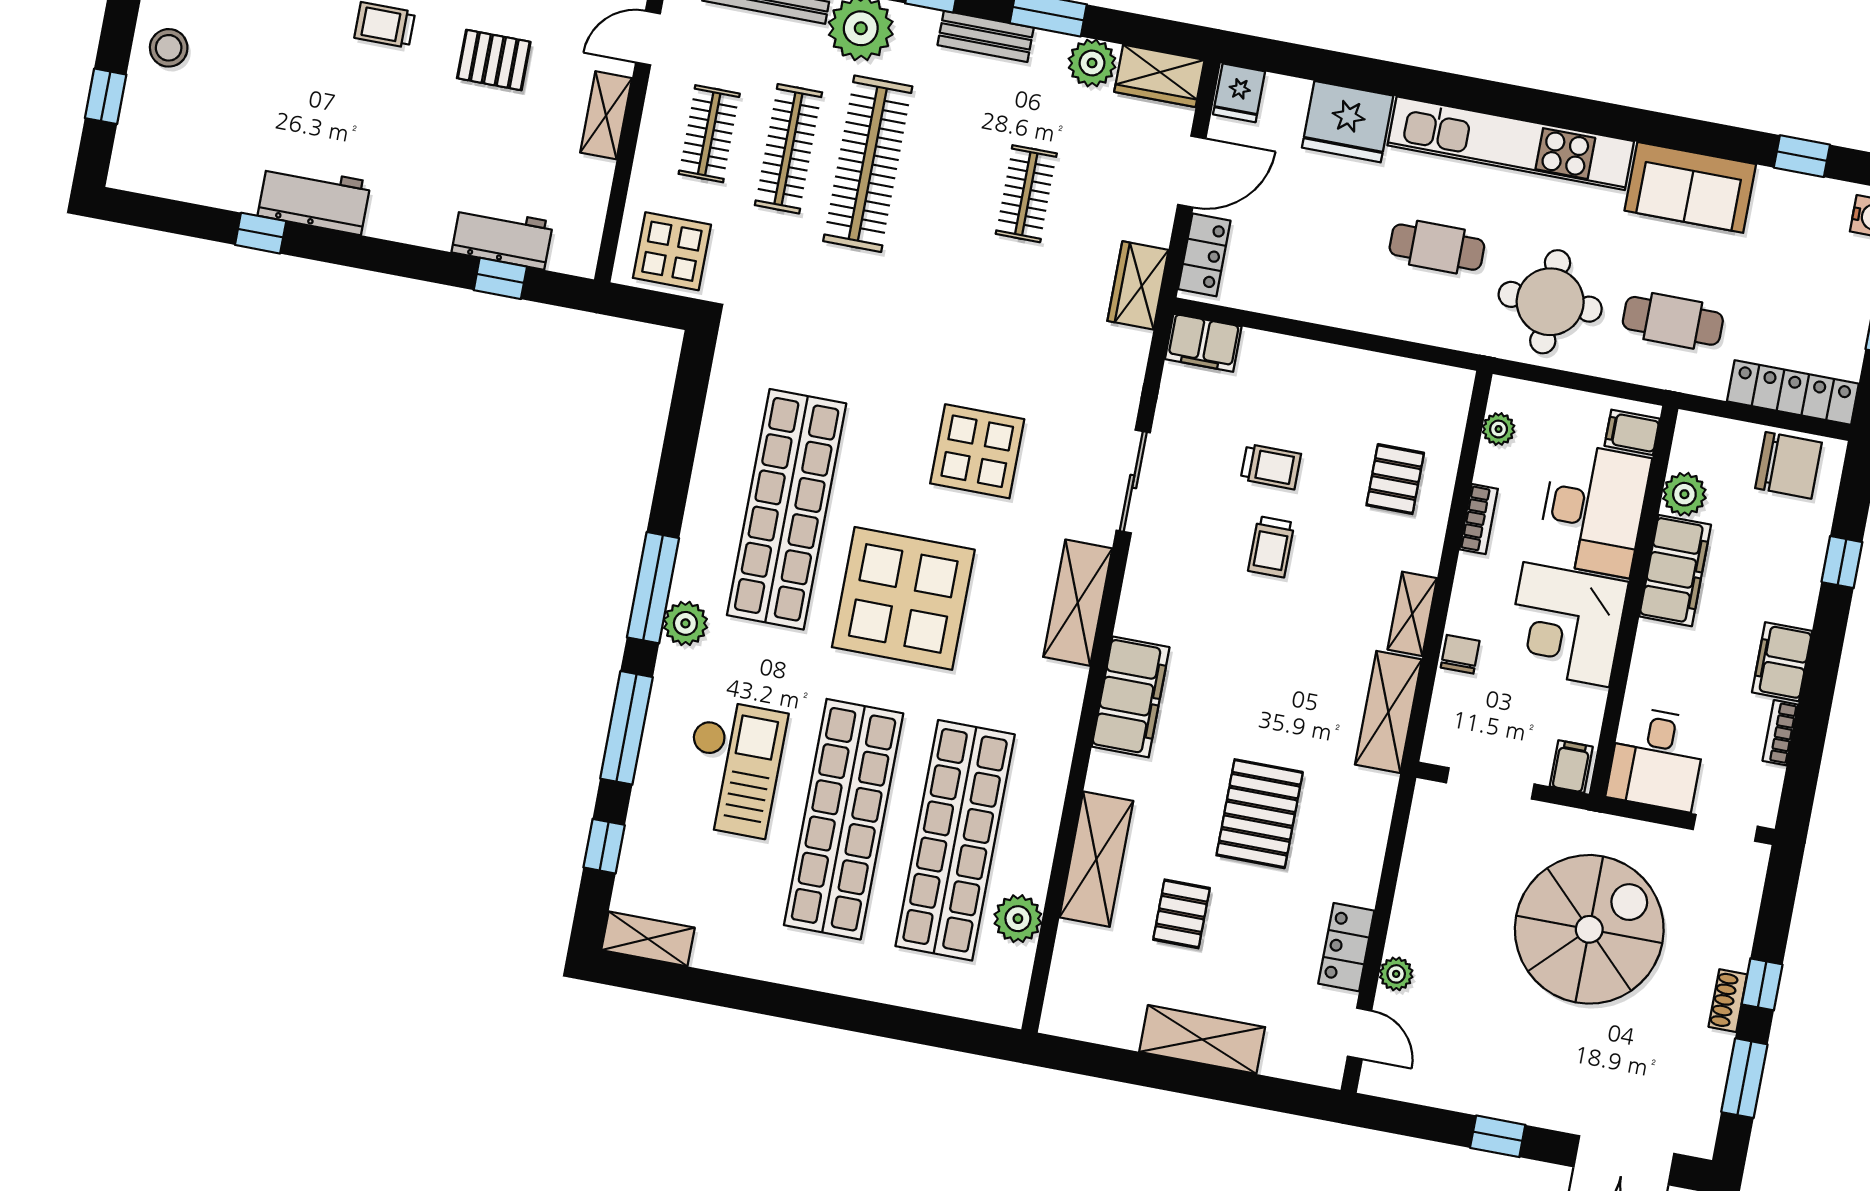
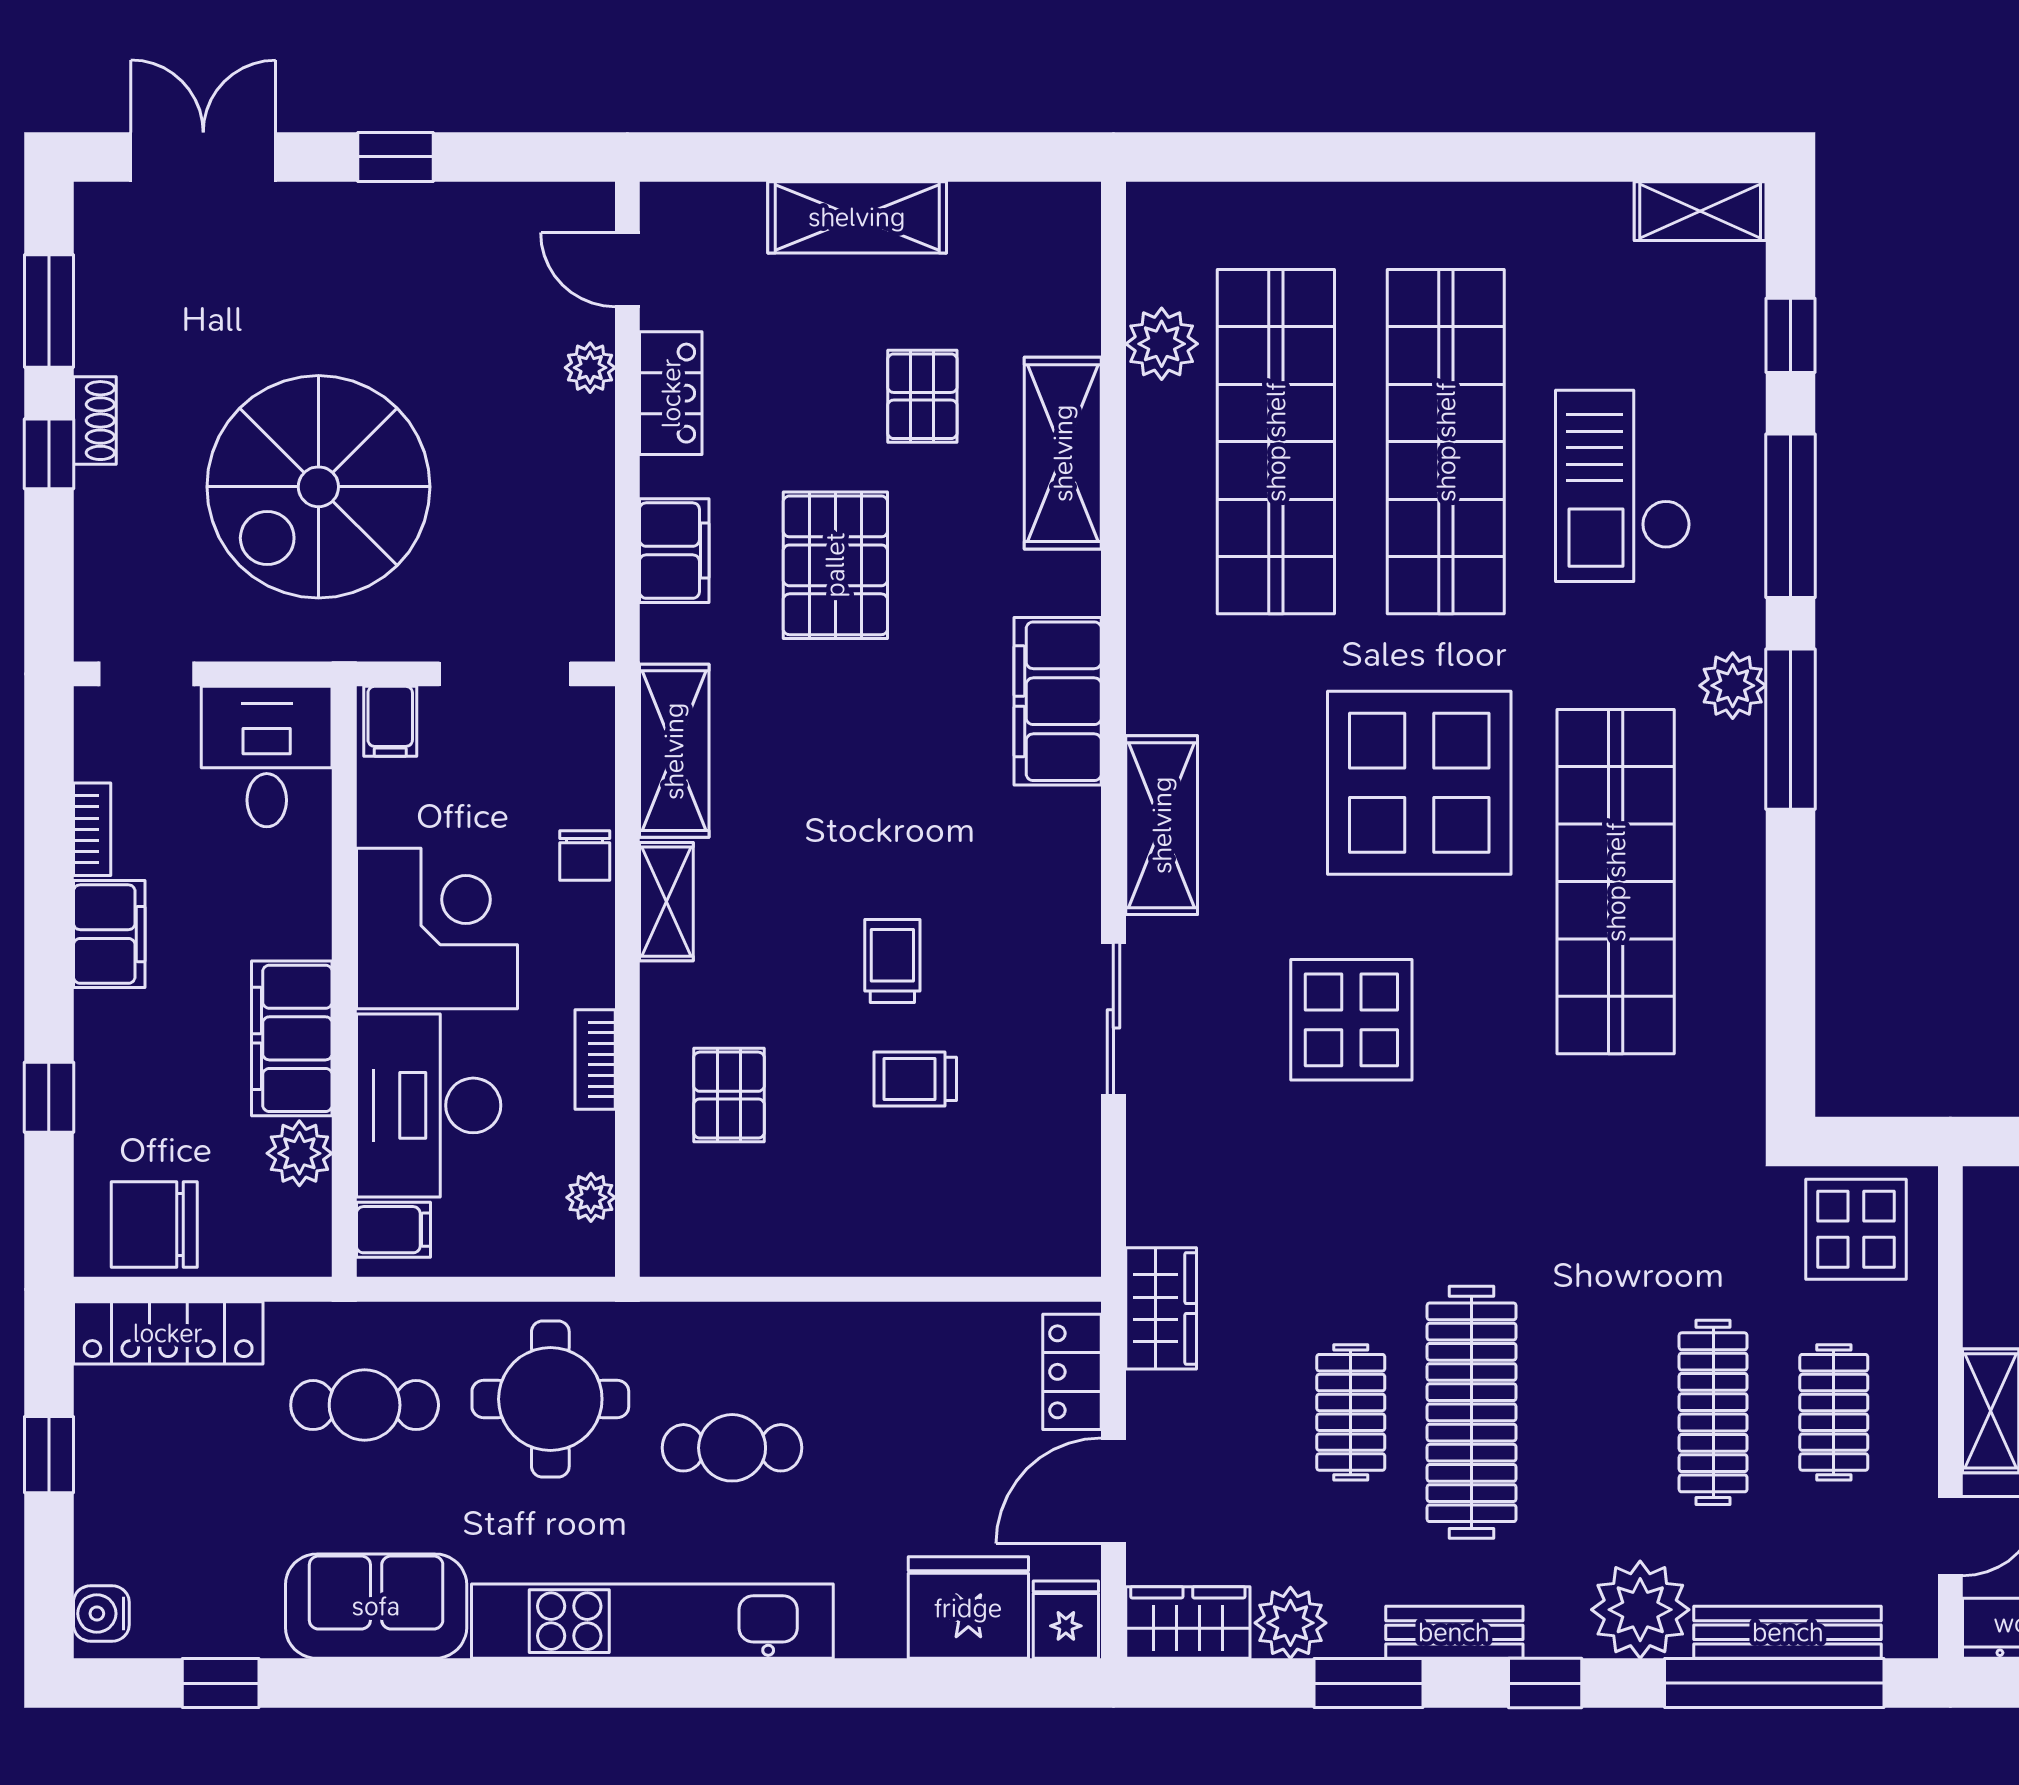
fridge: (1348, 122) -> (968, 1608), moved
clothes rail: (868, 164) -> (1472, 1412), moved
filing cabinet: (1203, 343) -> (674, 551), moved, turned 90

